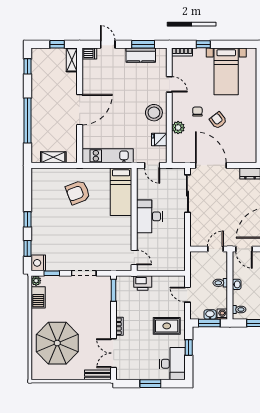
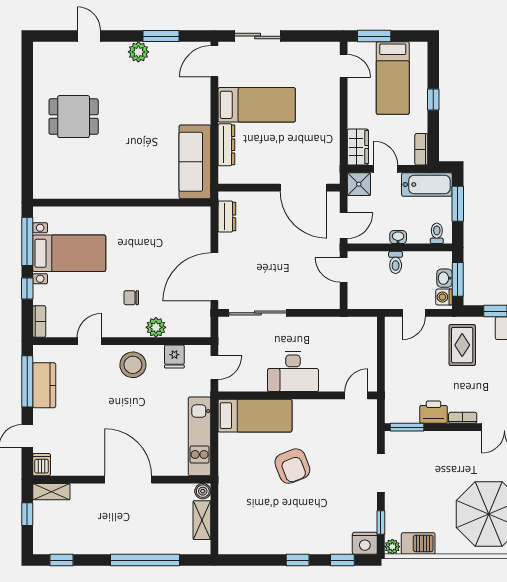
window: (143, 44) -> (27, 381), width x1.44
window: (234, 44) -> (27, 241), added
armchair: (218, 120) -> (145, 266), removed
boiler: (72, 158) -> (203, 491), added
armchair: (78, 192) -> (292, 466), moved
printer: (143, 283) -> (434, 412), moved, turned -90
washing machine: (222, 314) -> (444, 297), moved

